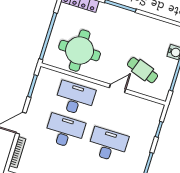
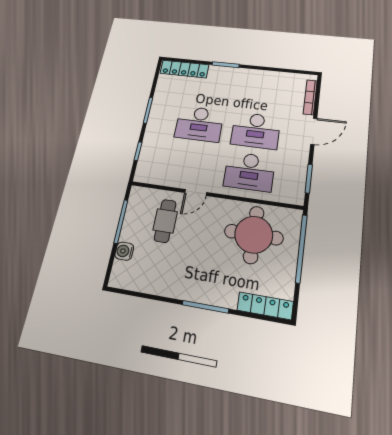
cafe table: (143, 70) -> (165, 221), turned 71

